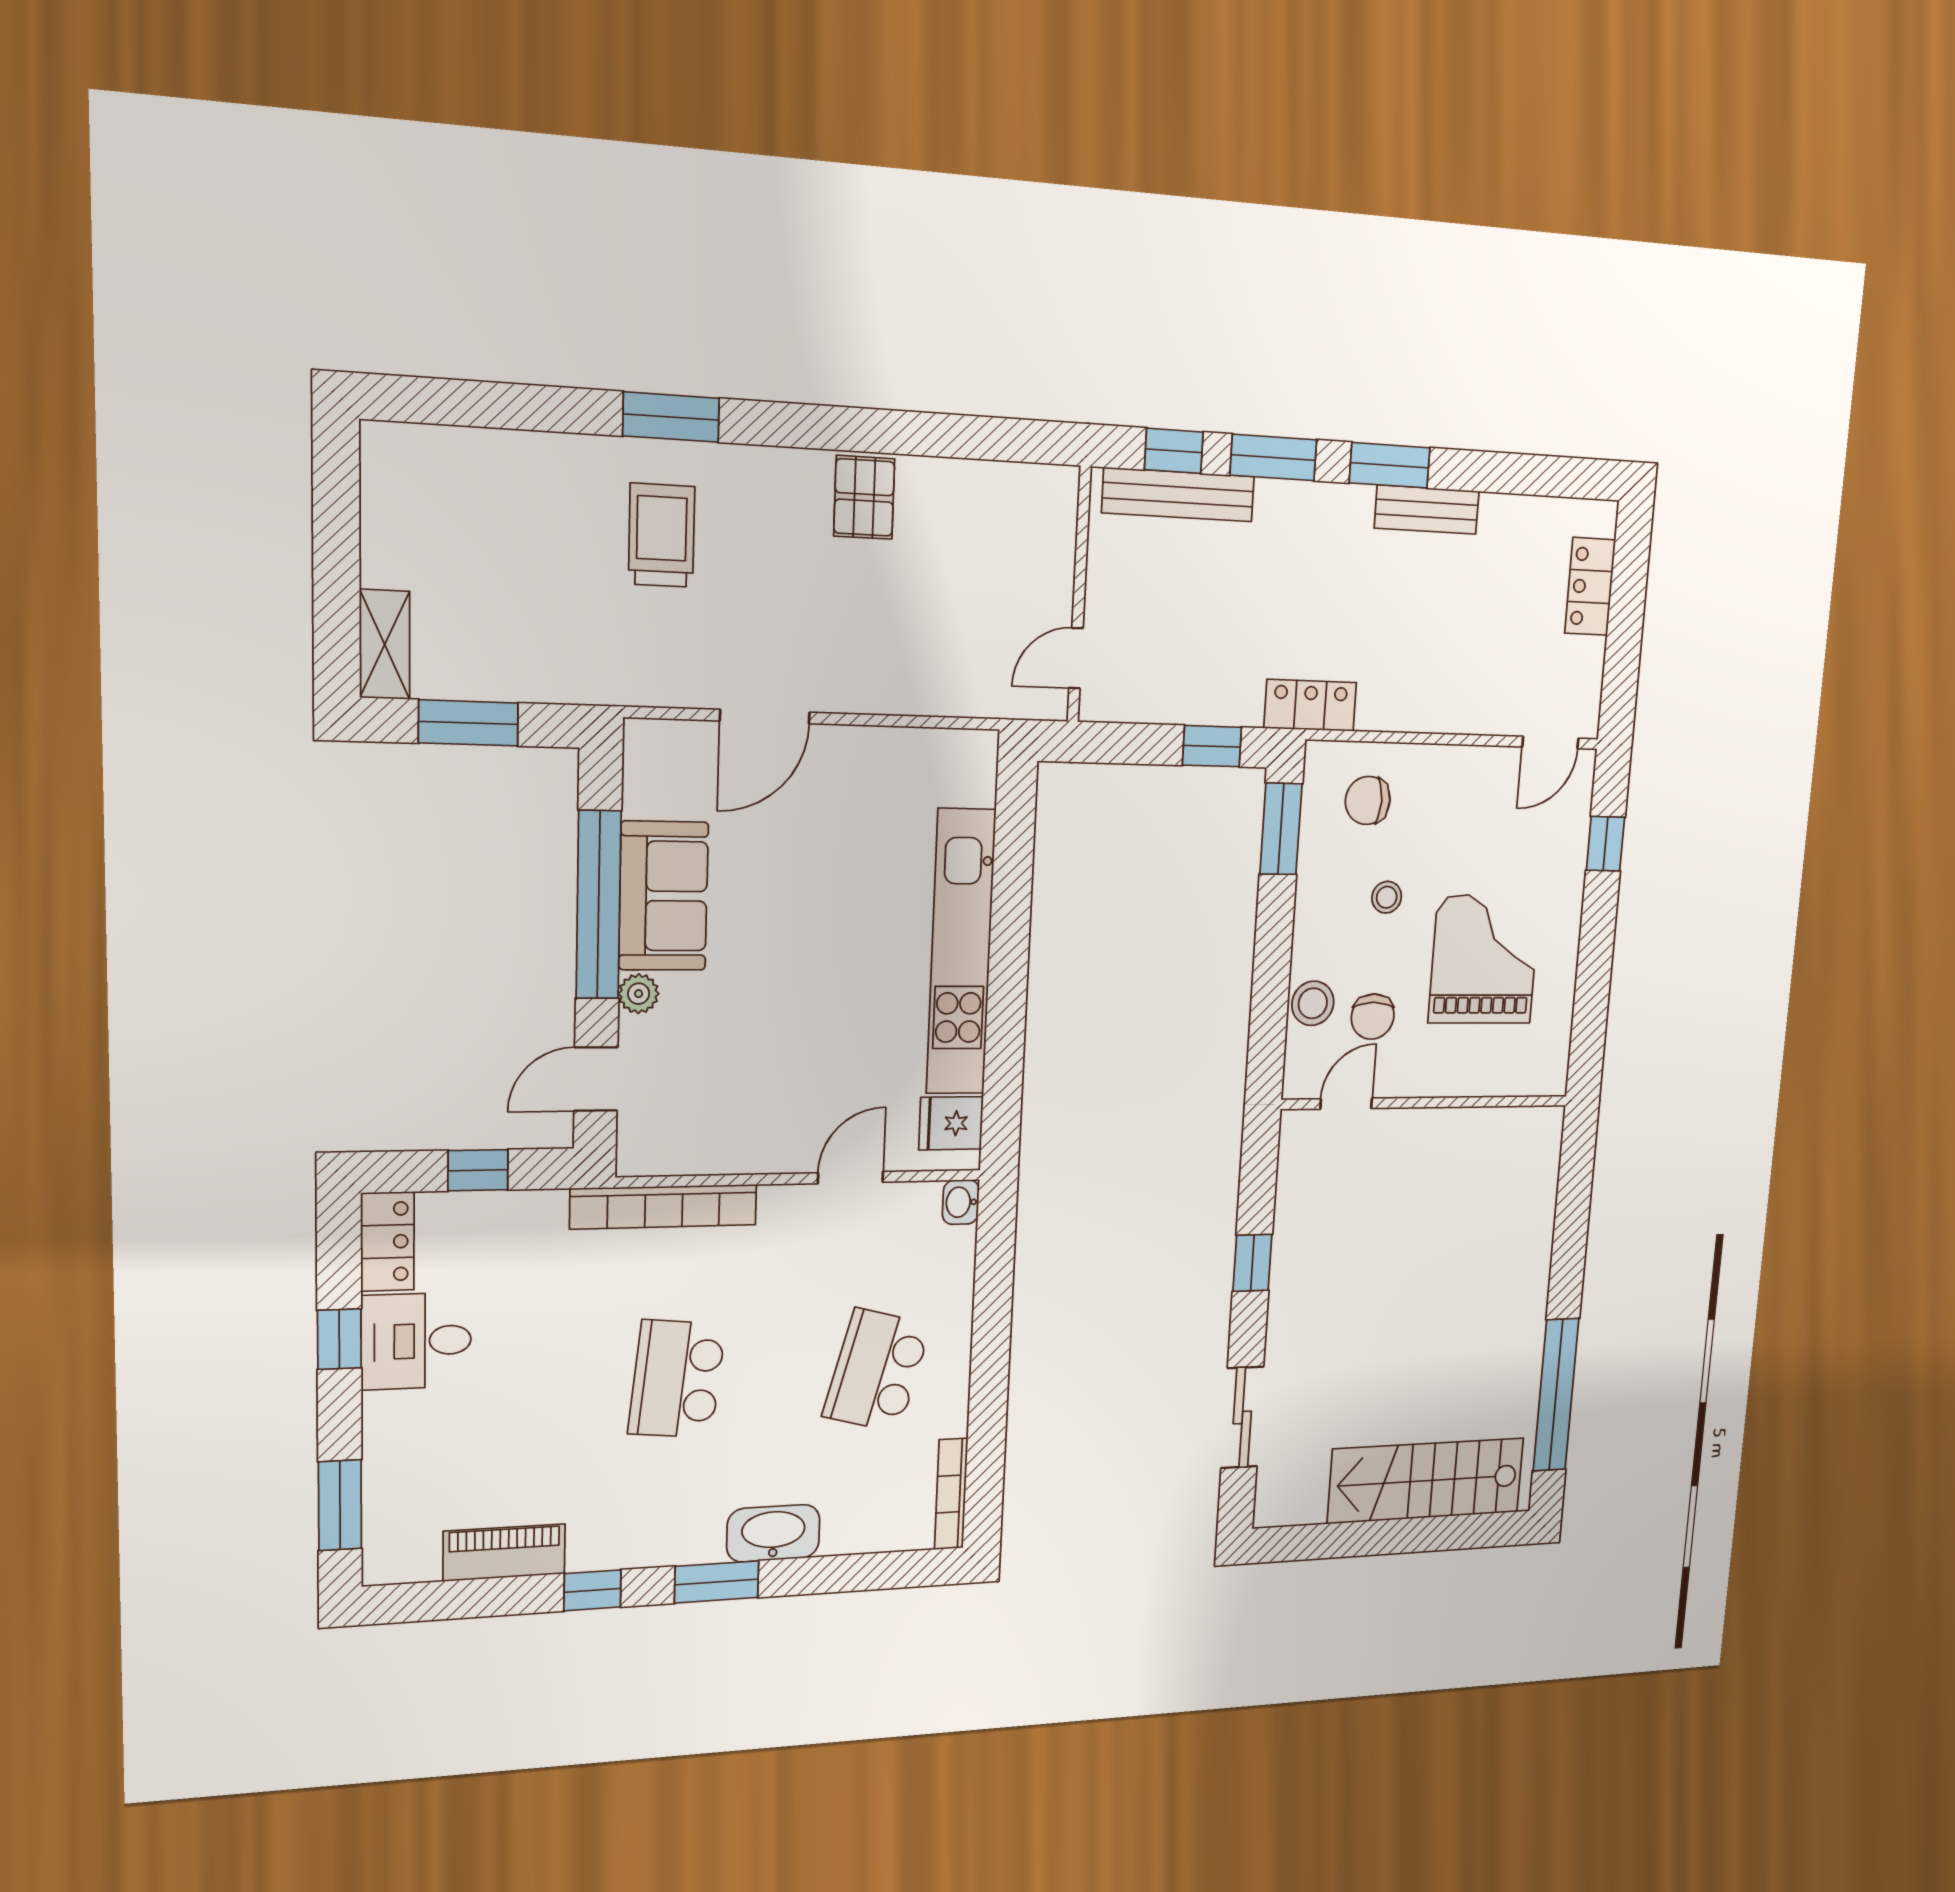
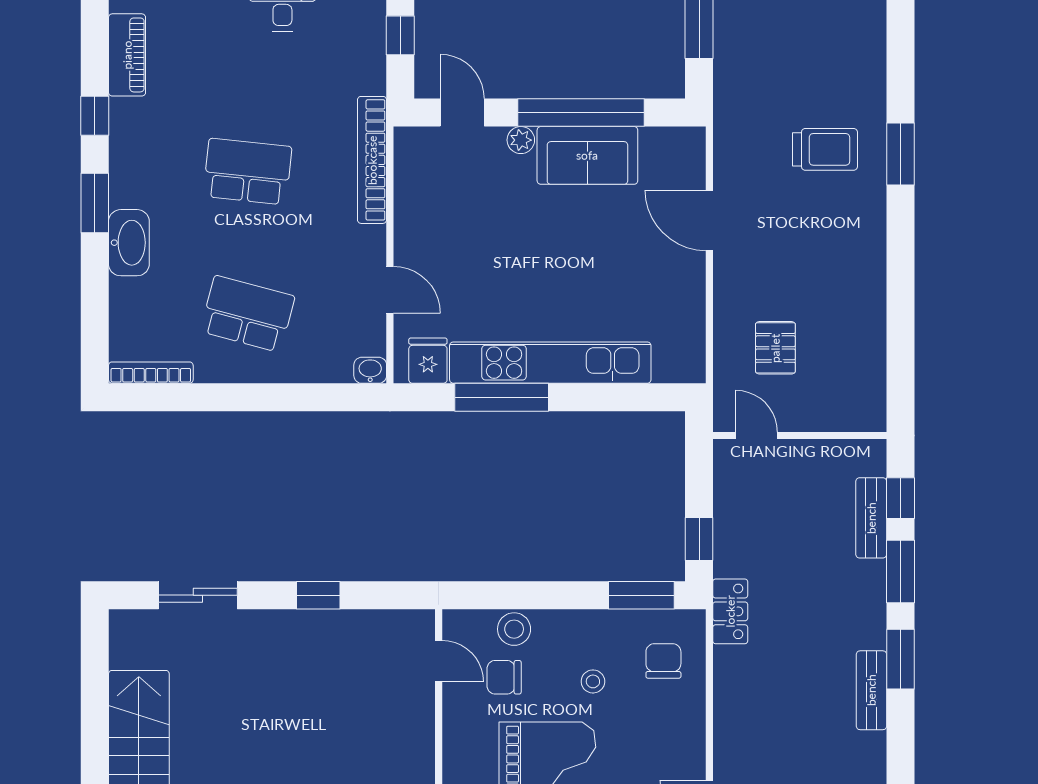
bench: (1178, 495) -> (871, 518), width x0.73
pallet: (864, 497) -> (775, 348), moved, turned 90
window: (1006, 1021) -> (502, 397), added

